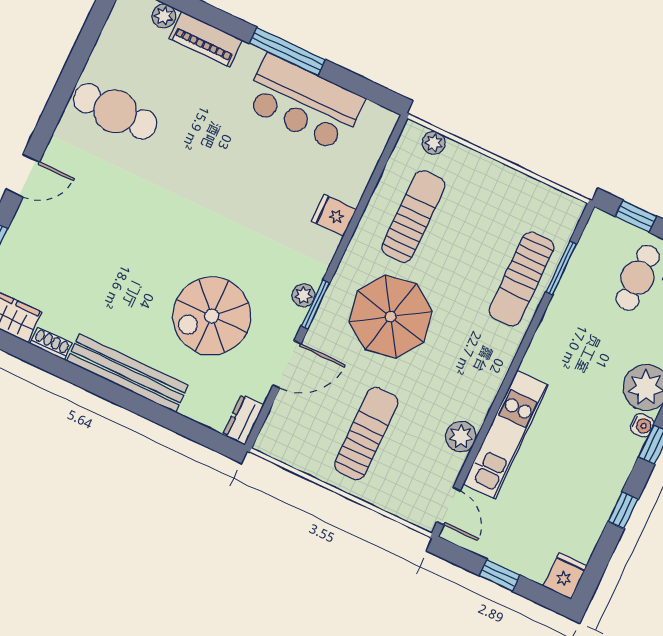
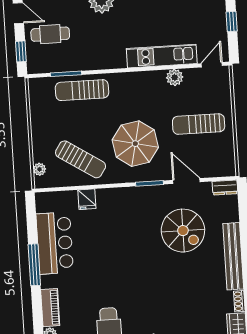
fridge: (334, 215) -> (87, 199), moved
sun lounger: (413, 216) -> (81, 159), turned -147
sun lounger: (521, 279) -> (82, 90), turned 180
plant: (303, 295) -> (148, 192), removed

